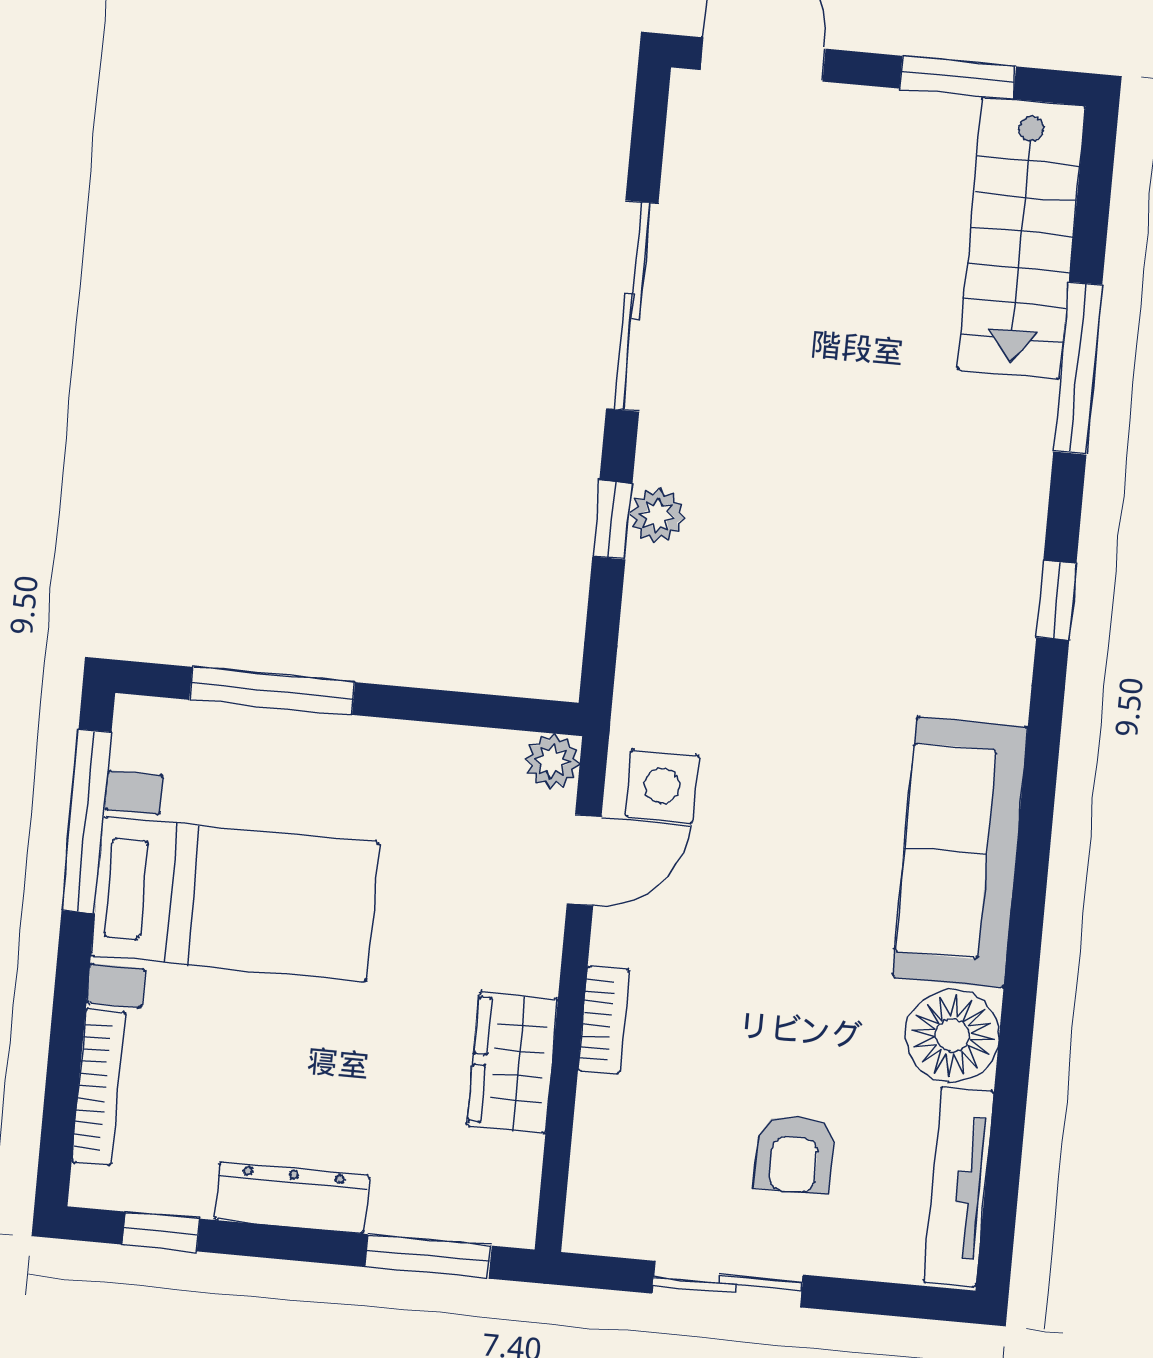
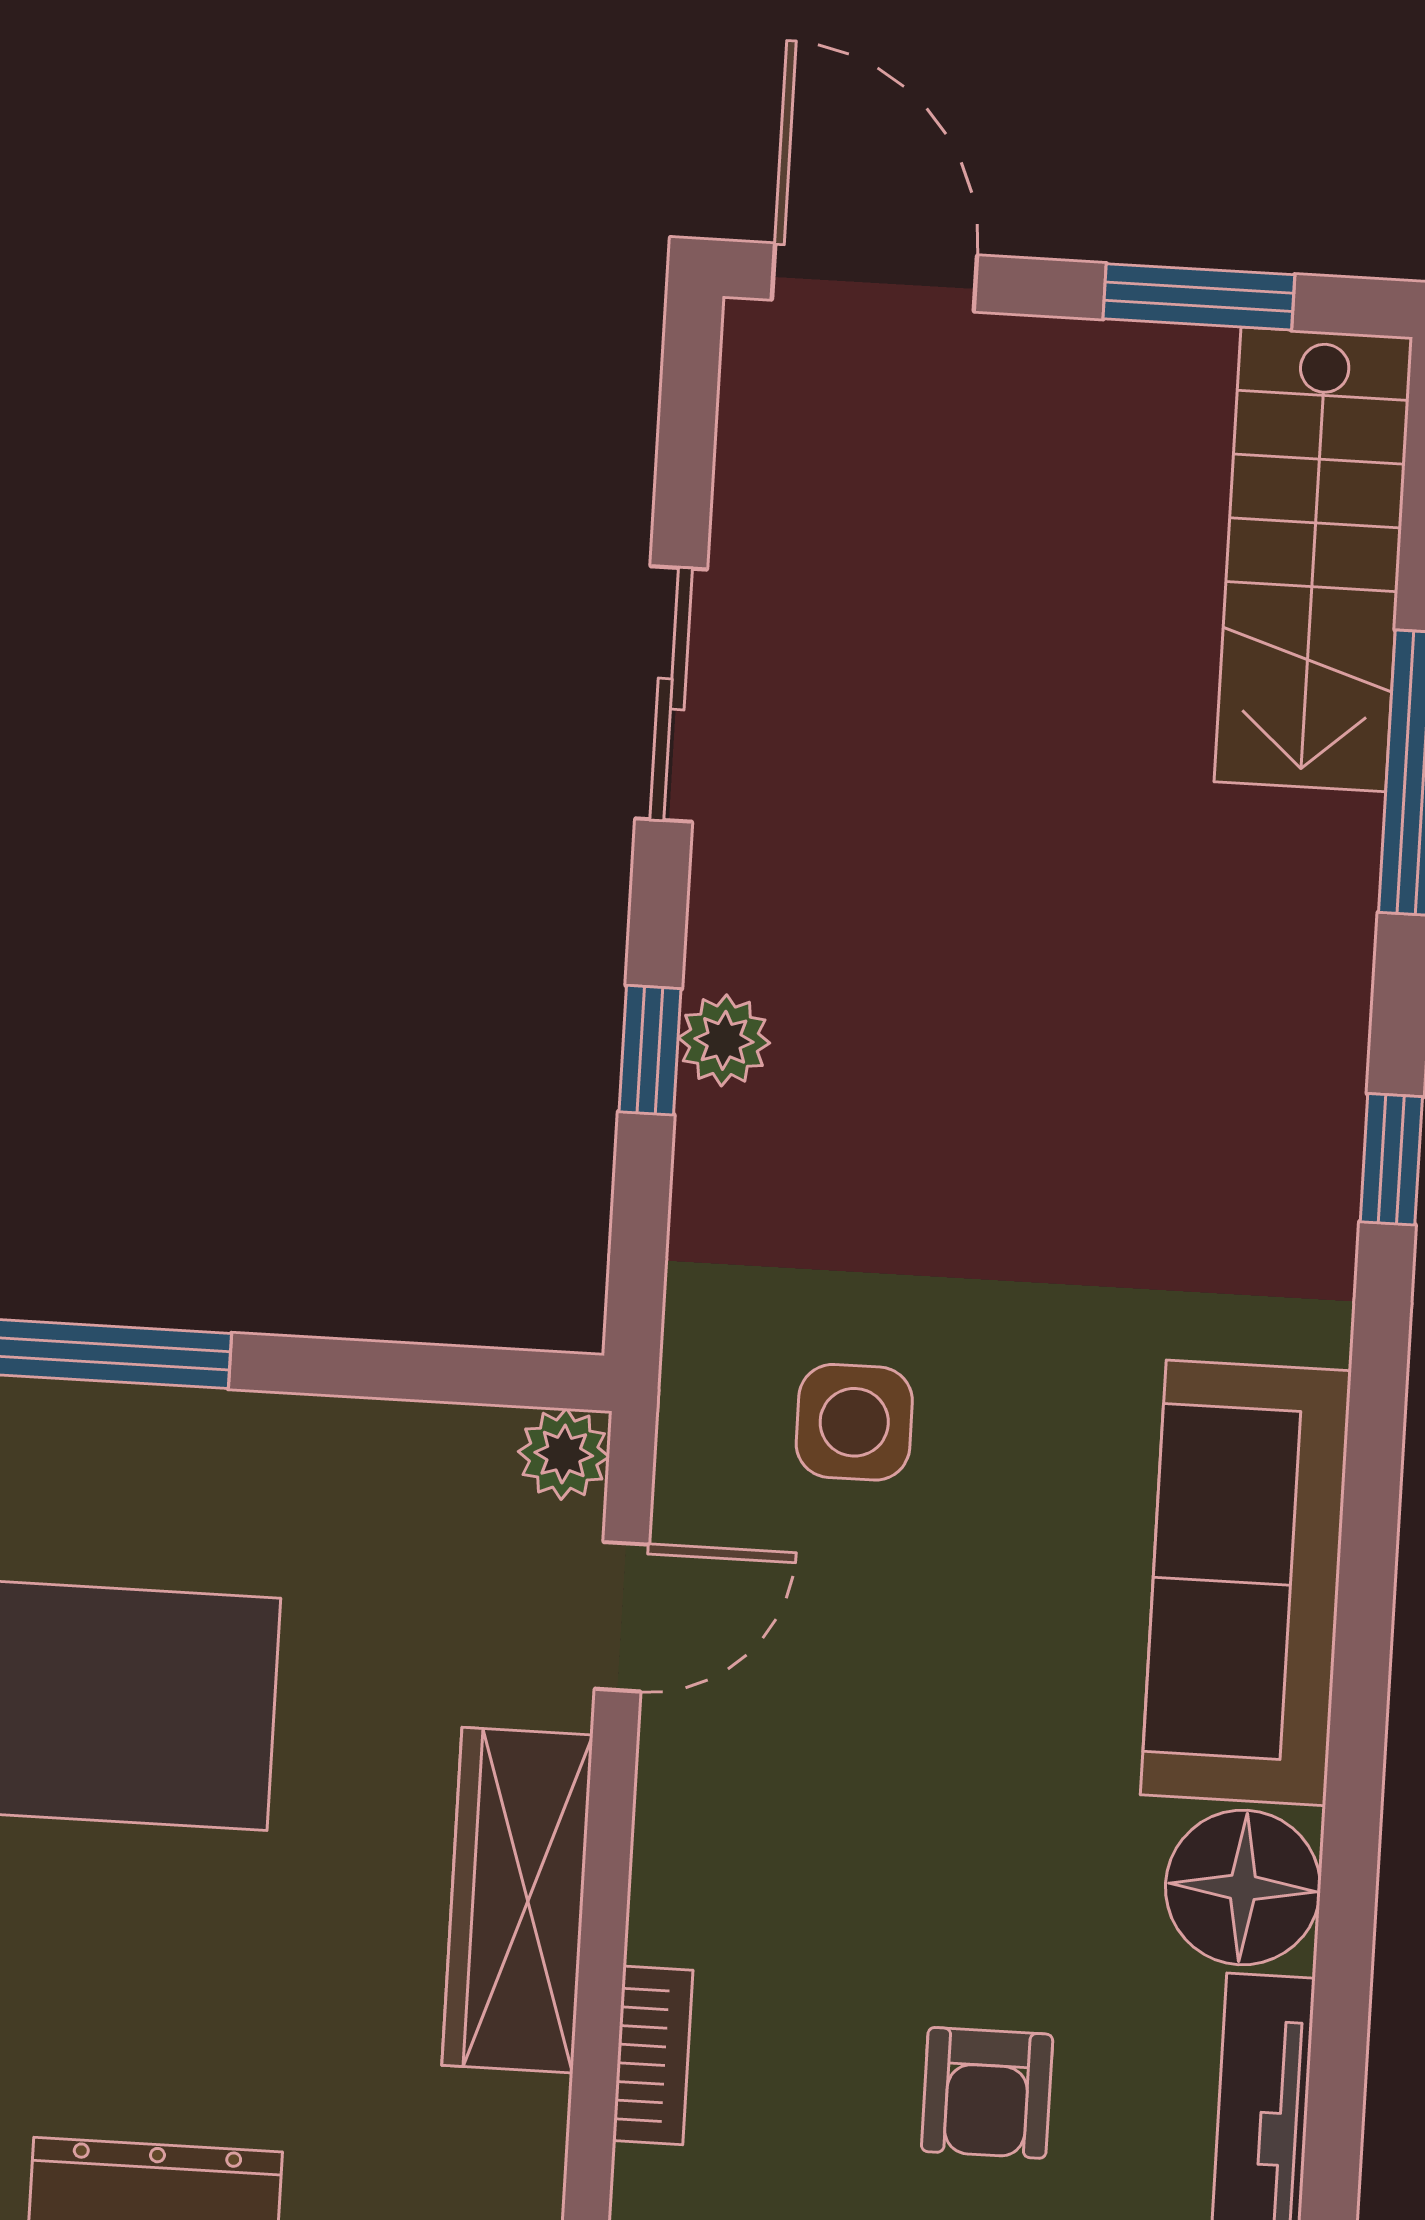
sliding door: (632, 306) -> (671, 694), width x0.73
side table: (662, 786) -> (854, 1422), moved
bookcase: (604, 1020) -> (653, 2055), moved
wardrobe: (512, 1062) -> (517, 1900), width x1.50

